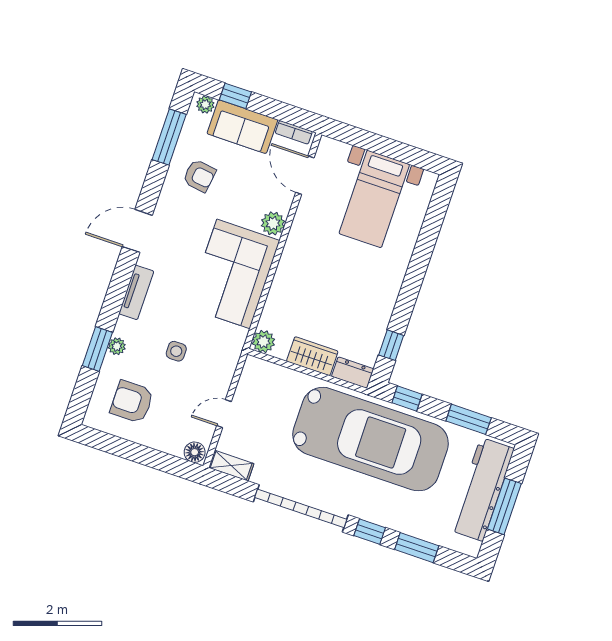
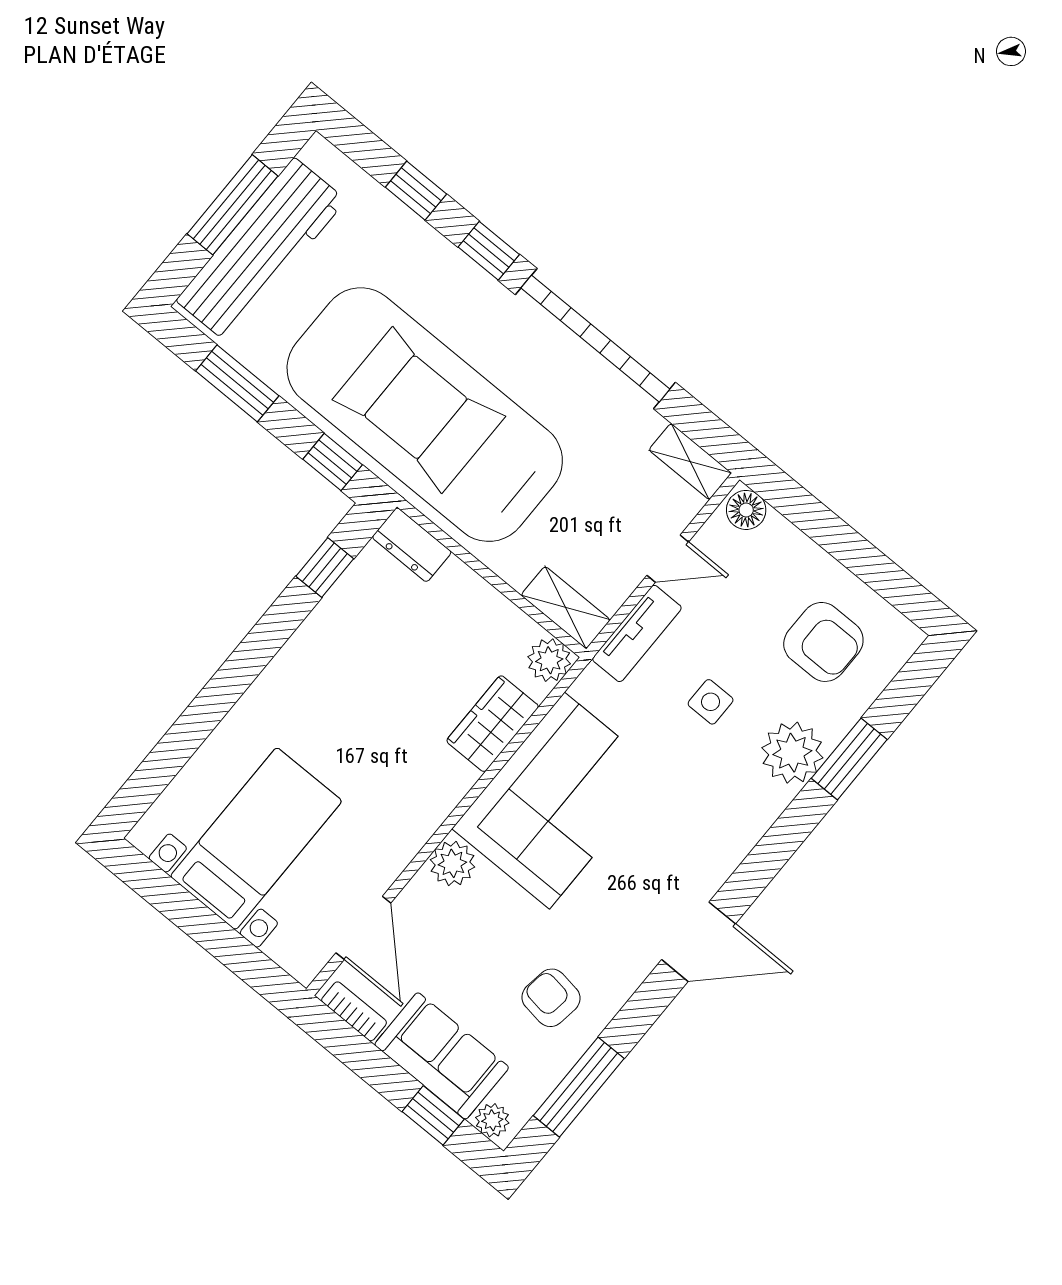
tv unit: (136, 292) -> (637, 633), moved, turned 180
plant: (117, 346) -> (792, 753), width x1.88, depth x1.88
wardrobe: (312, 356) -> (493, 724), moved, turned 90
shelving: (265, 370) -> (566, 608), added
window: (417, 548) -> (416, 191), width x0.67

